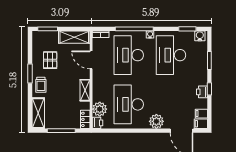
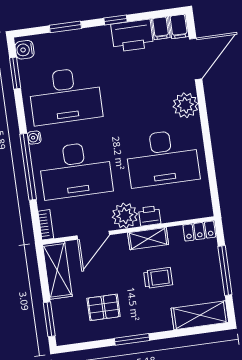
trolley: (41, 85) -> (158, 278), moved
printer: (202, 92) -> (132, 36), width x1.87, depth x1.48
plant: (100, 109) -> (125, 216), moved
printer: (98, 123) -> (150, 216), moved

